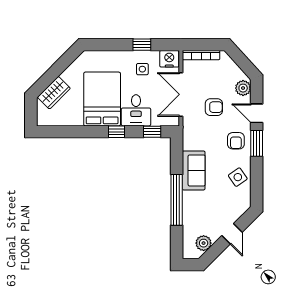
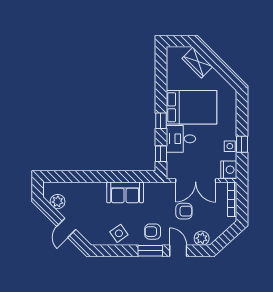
side table: (142, 69) -> (230, 146), moved
double door: (181, 94) -> (196, 180), swing flipped
armchair: (214, 107) -> (184, 211), turned -90
door: (257, 113) -> (178, 251), hinge flipped
window: (177, 200) -> (98, 176), removed
door: (232, 234) -> (66, 228), hinge flipped

